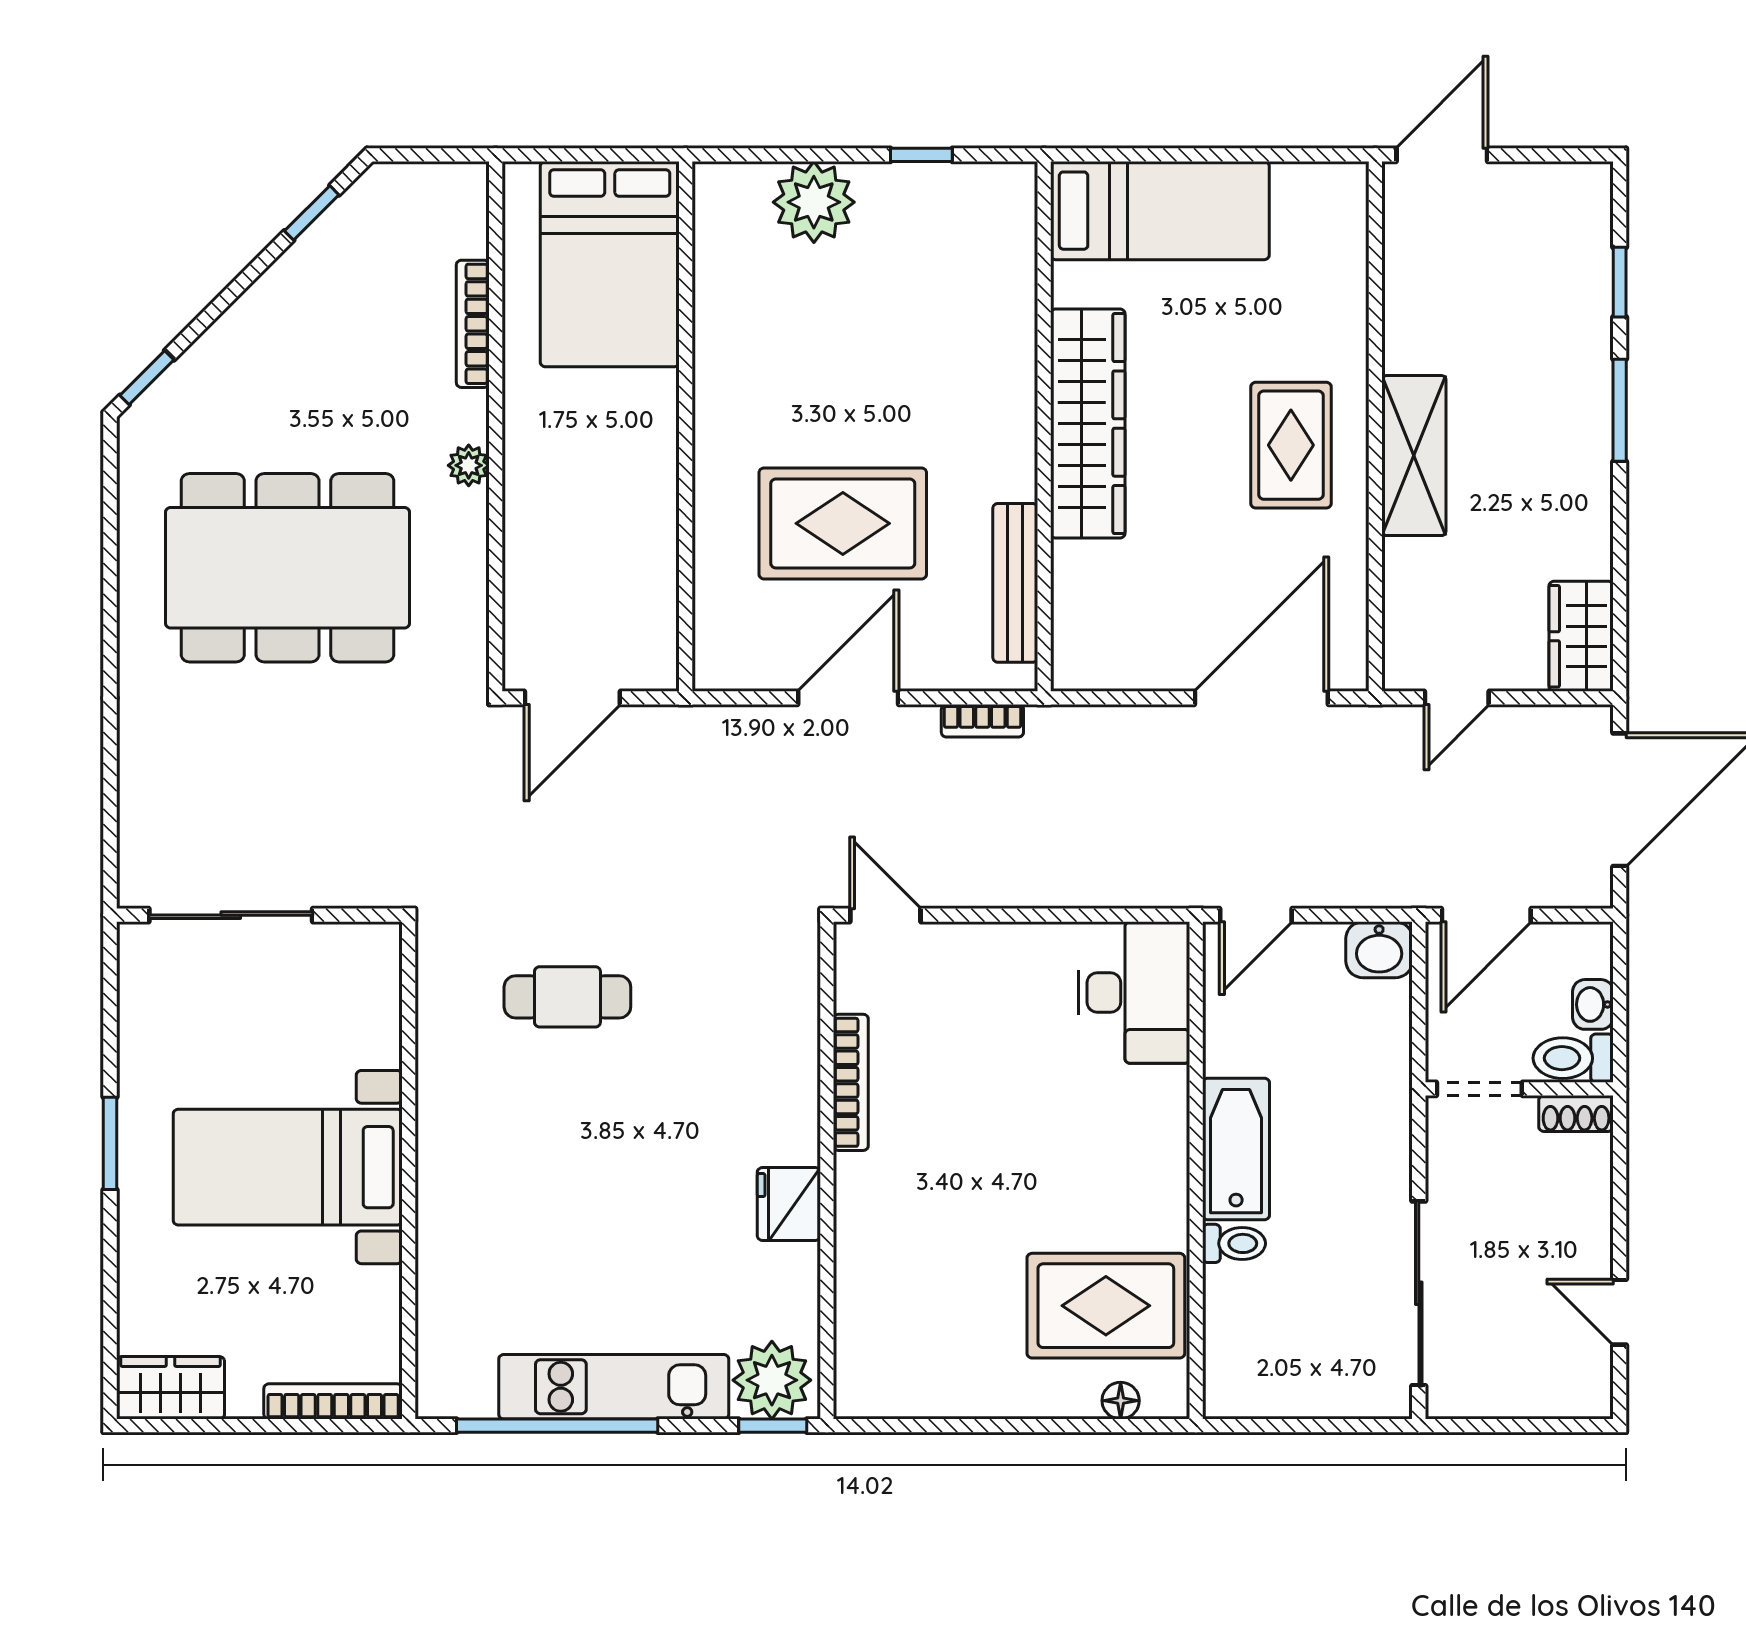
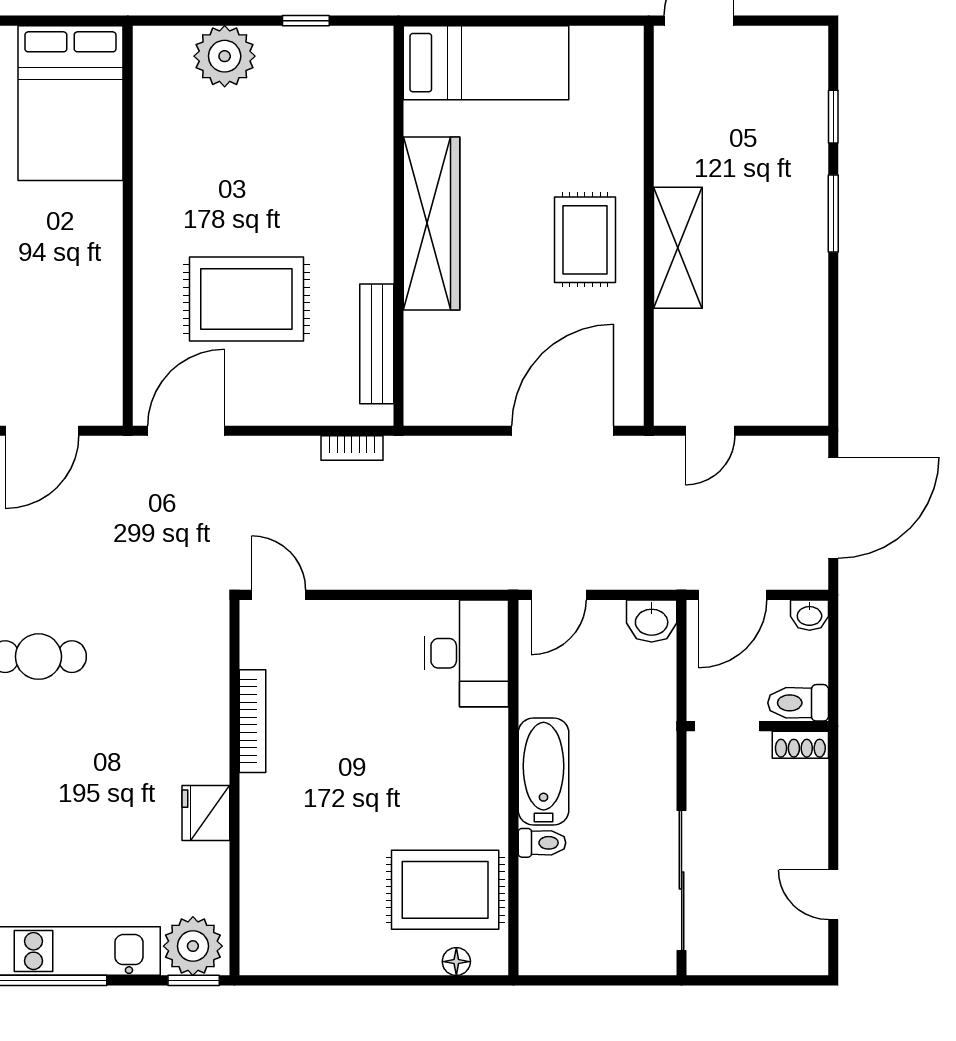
wardrobe: (1581, 636) -> (804, 384), removed
door: (848, 698) -> (186, 431), moved
washbasin: (1593, 1004) -> (809, 615), moved, turned -90

